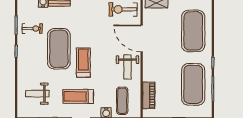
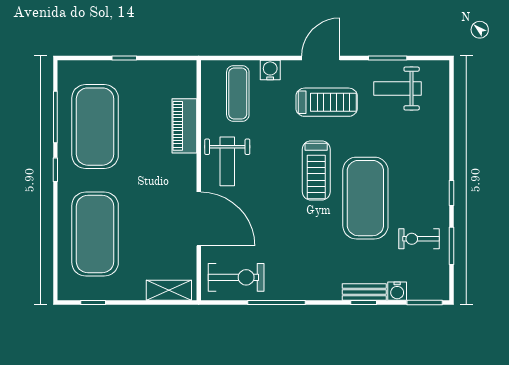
weight bench: (127, 67) -> (227, 161), turned 180
weight bench: (37, 94) -> (397, 89), moved, turned 180
piano: (149, 95) -> (184, 126), moved

